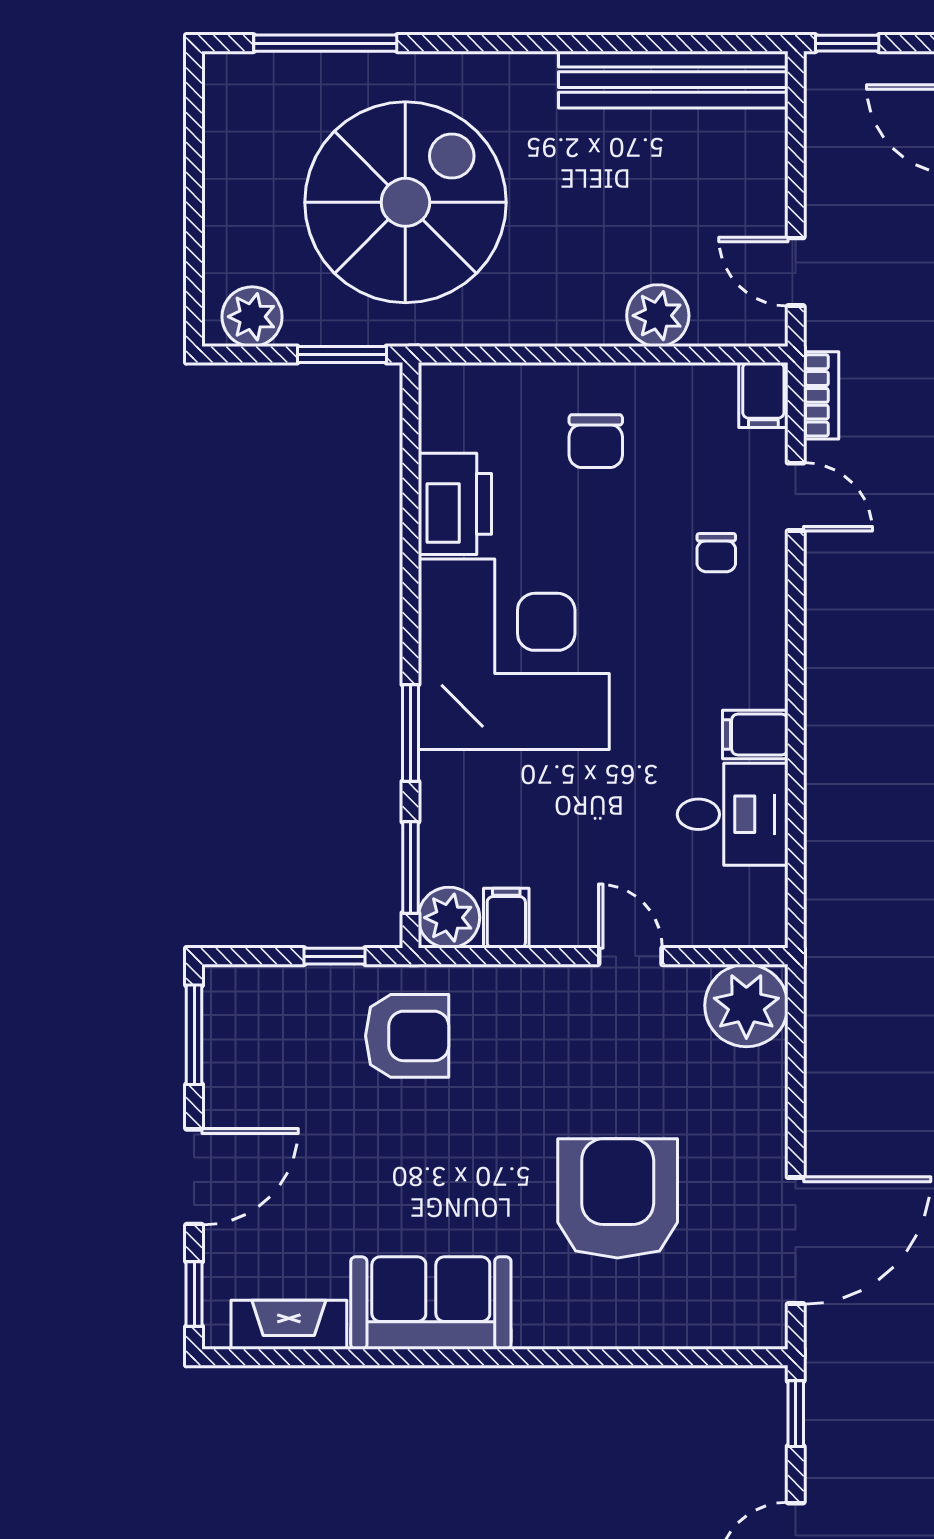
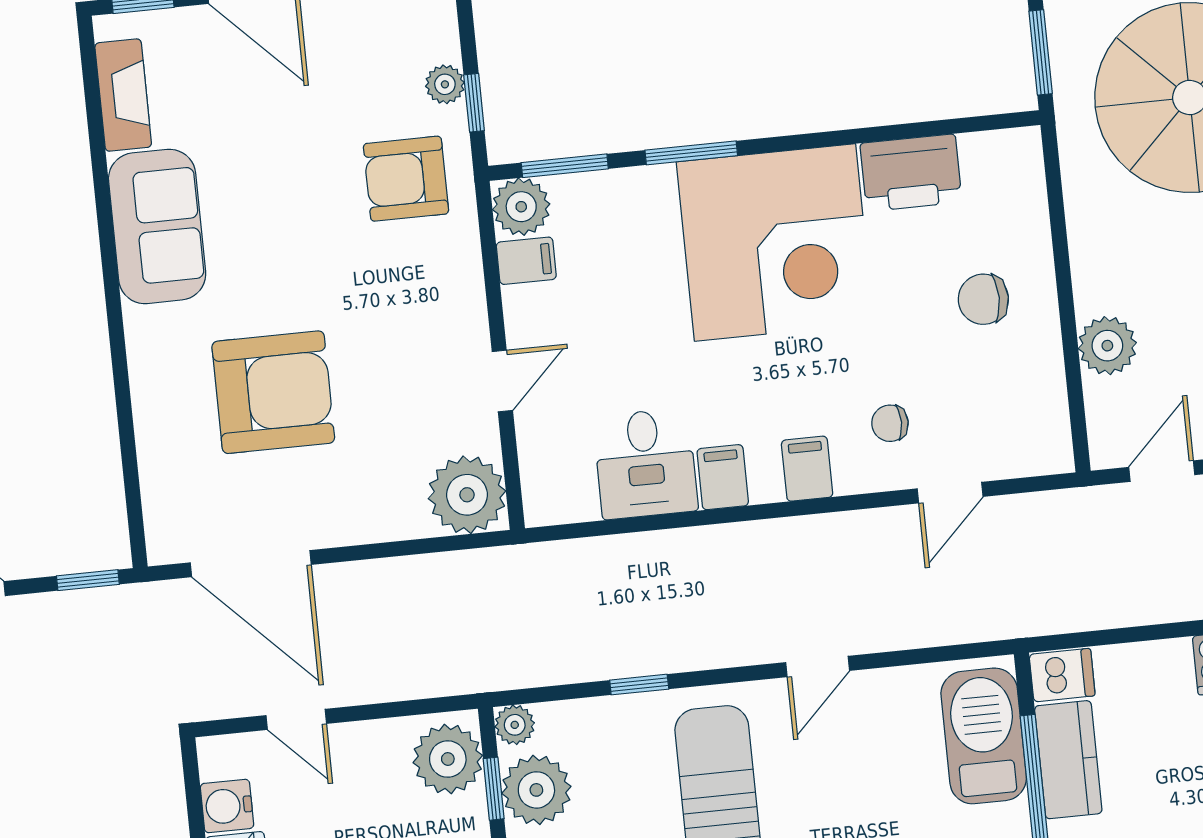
filing cabinet: (763, 395) -> (807, 469), moved, turned 90
bookcase: (821, 395) -> (1048, 507), removed
plant: (312, 985) -> (445, 84), added
armchair: (407, 1036) -> (406, 179), turned 90

